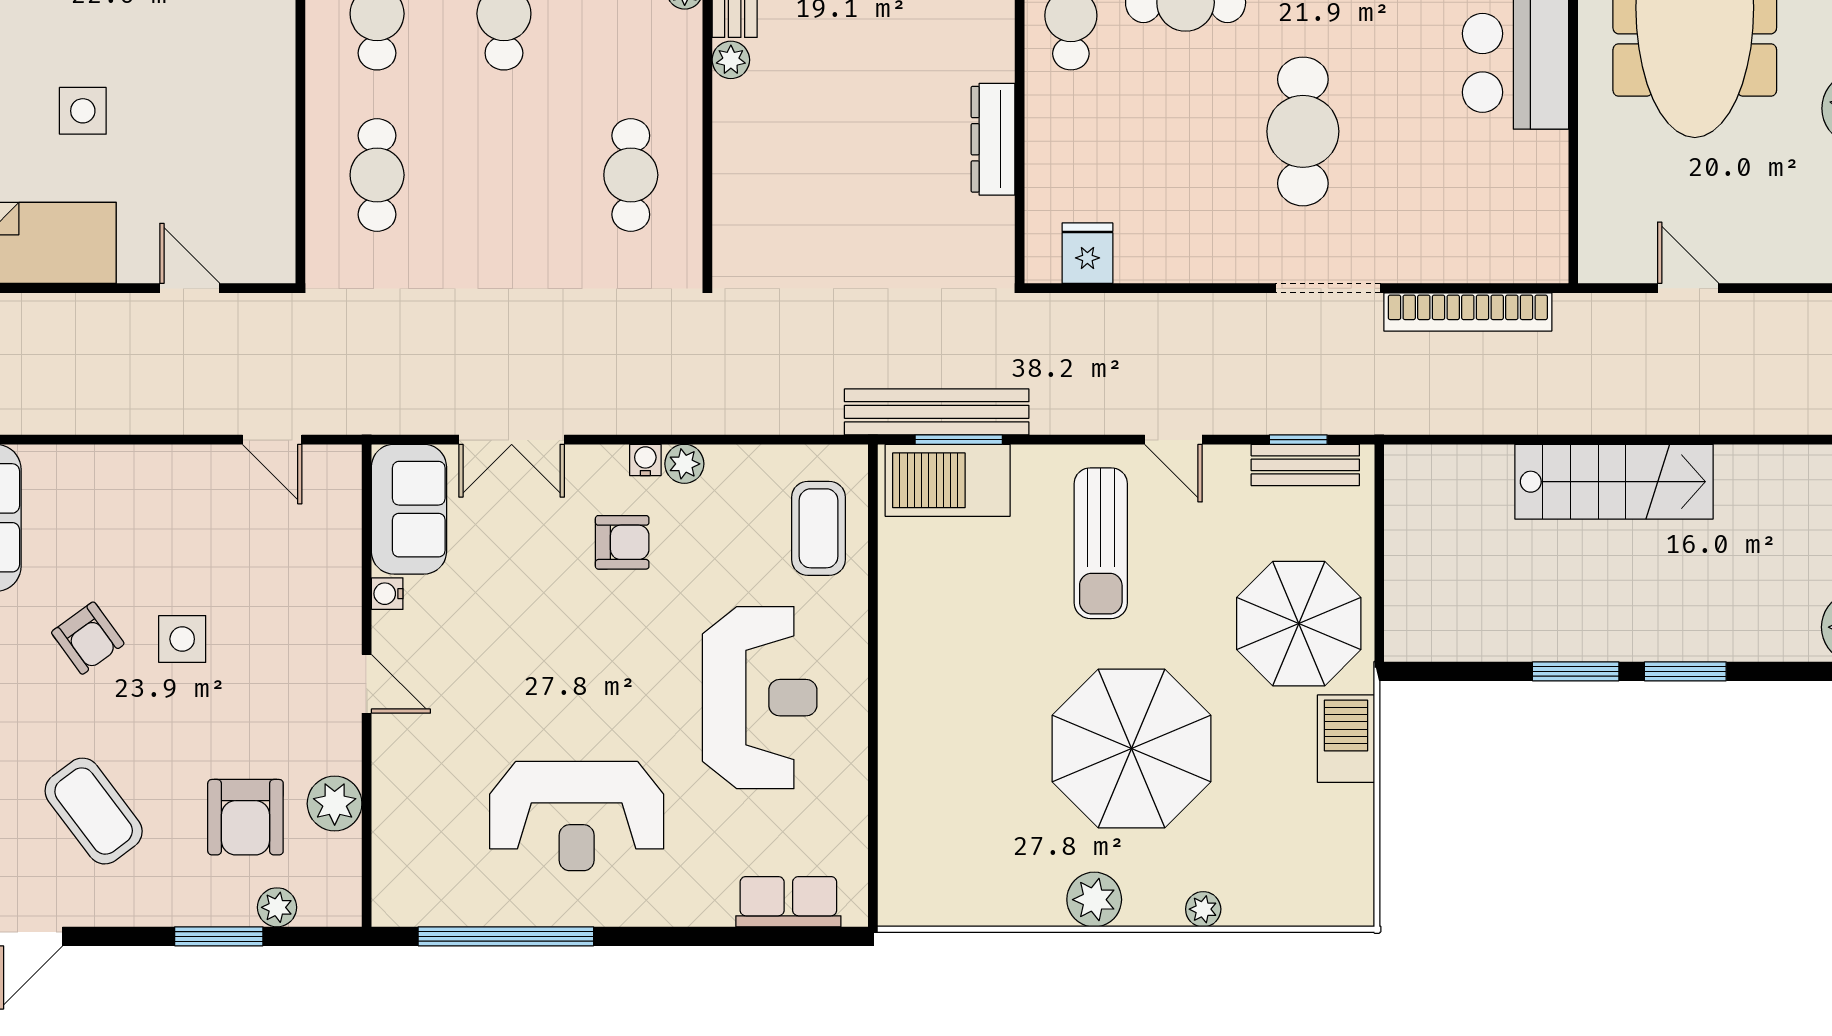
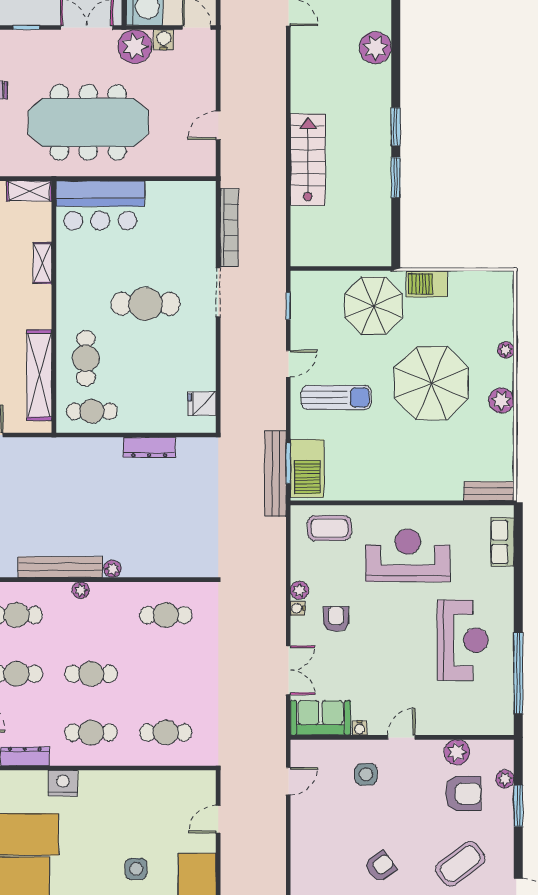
bench: (1305, 465) -> (489, 491), moved, turned 90
side table: (182, 639) -> (366, 774), moved

